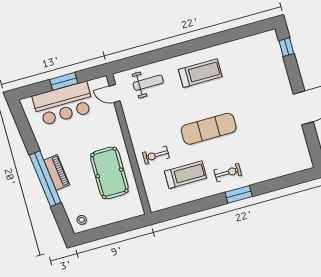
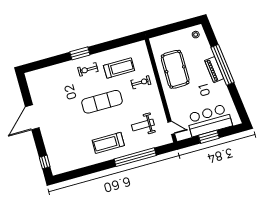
window: (164, 54) -> (135, 157), added
weight bench: (148, 83) -> (143, 125), moved
treadmill: (185, 175) -> (119, 68), turned 180

